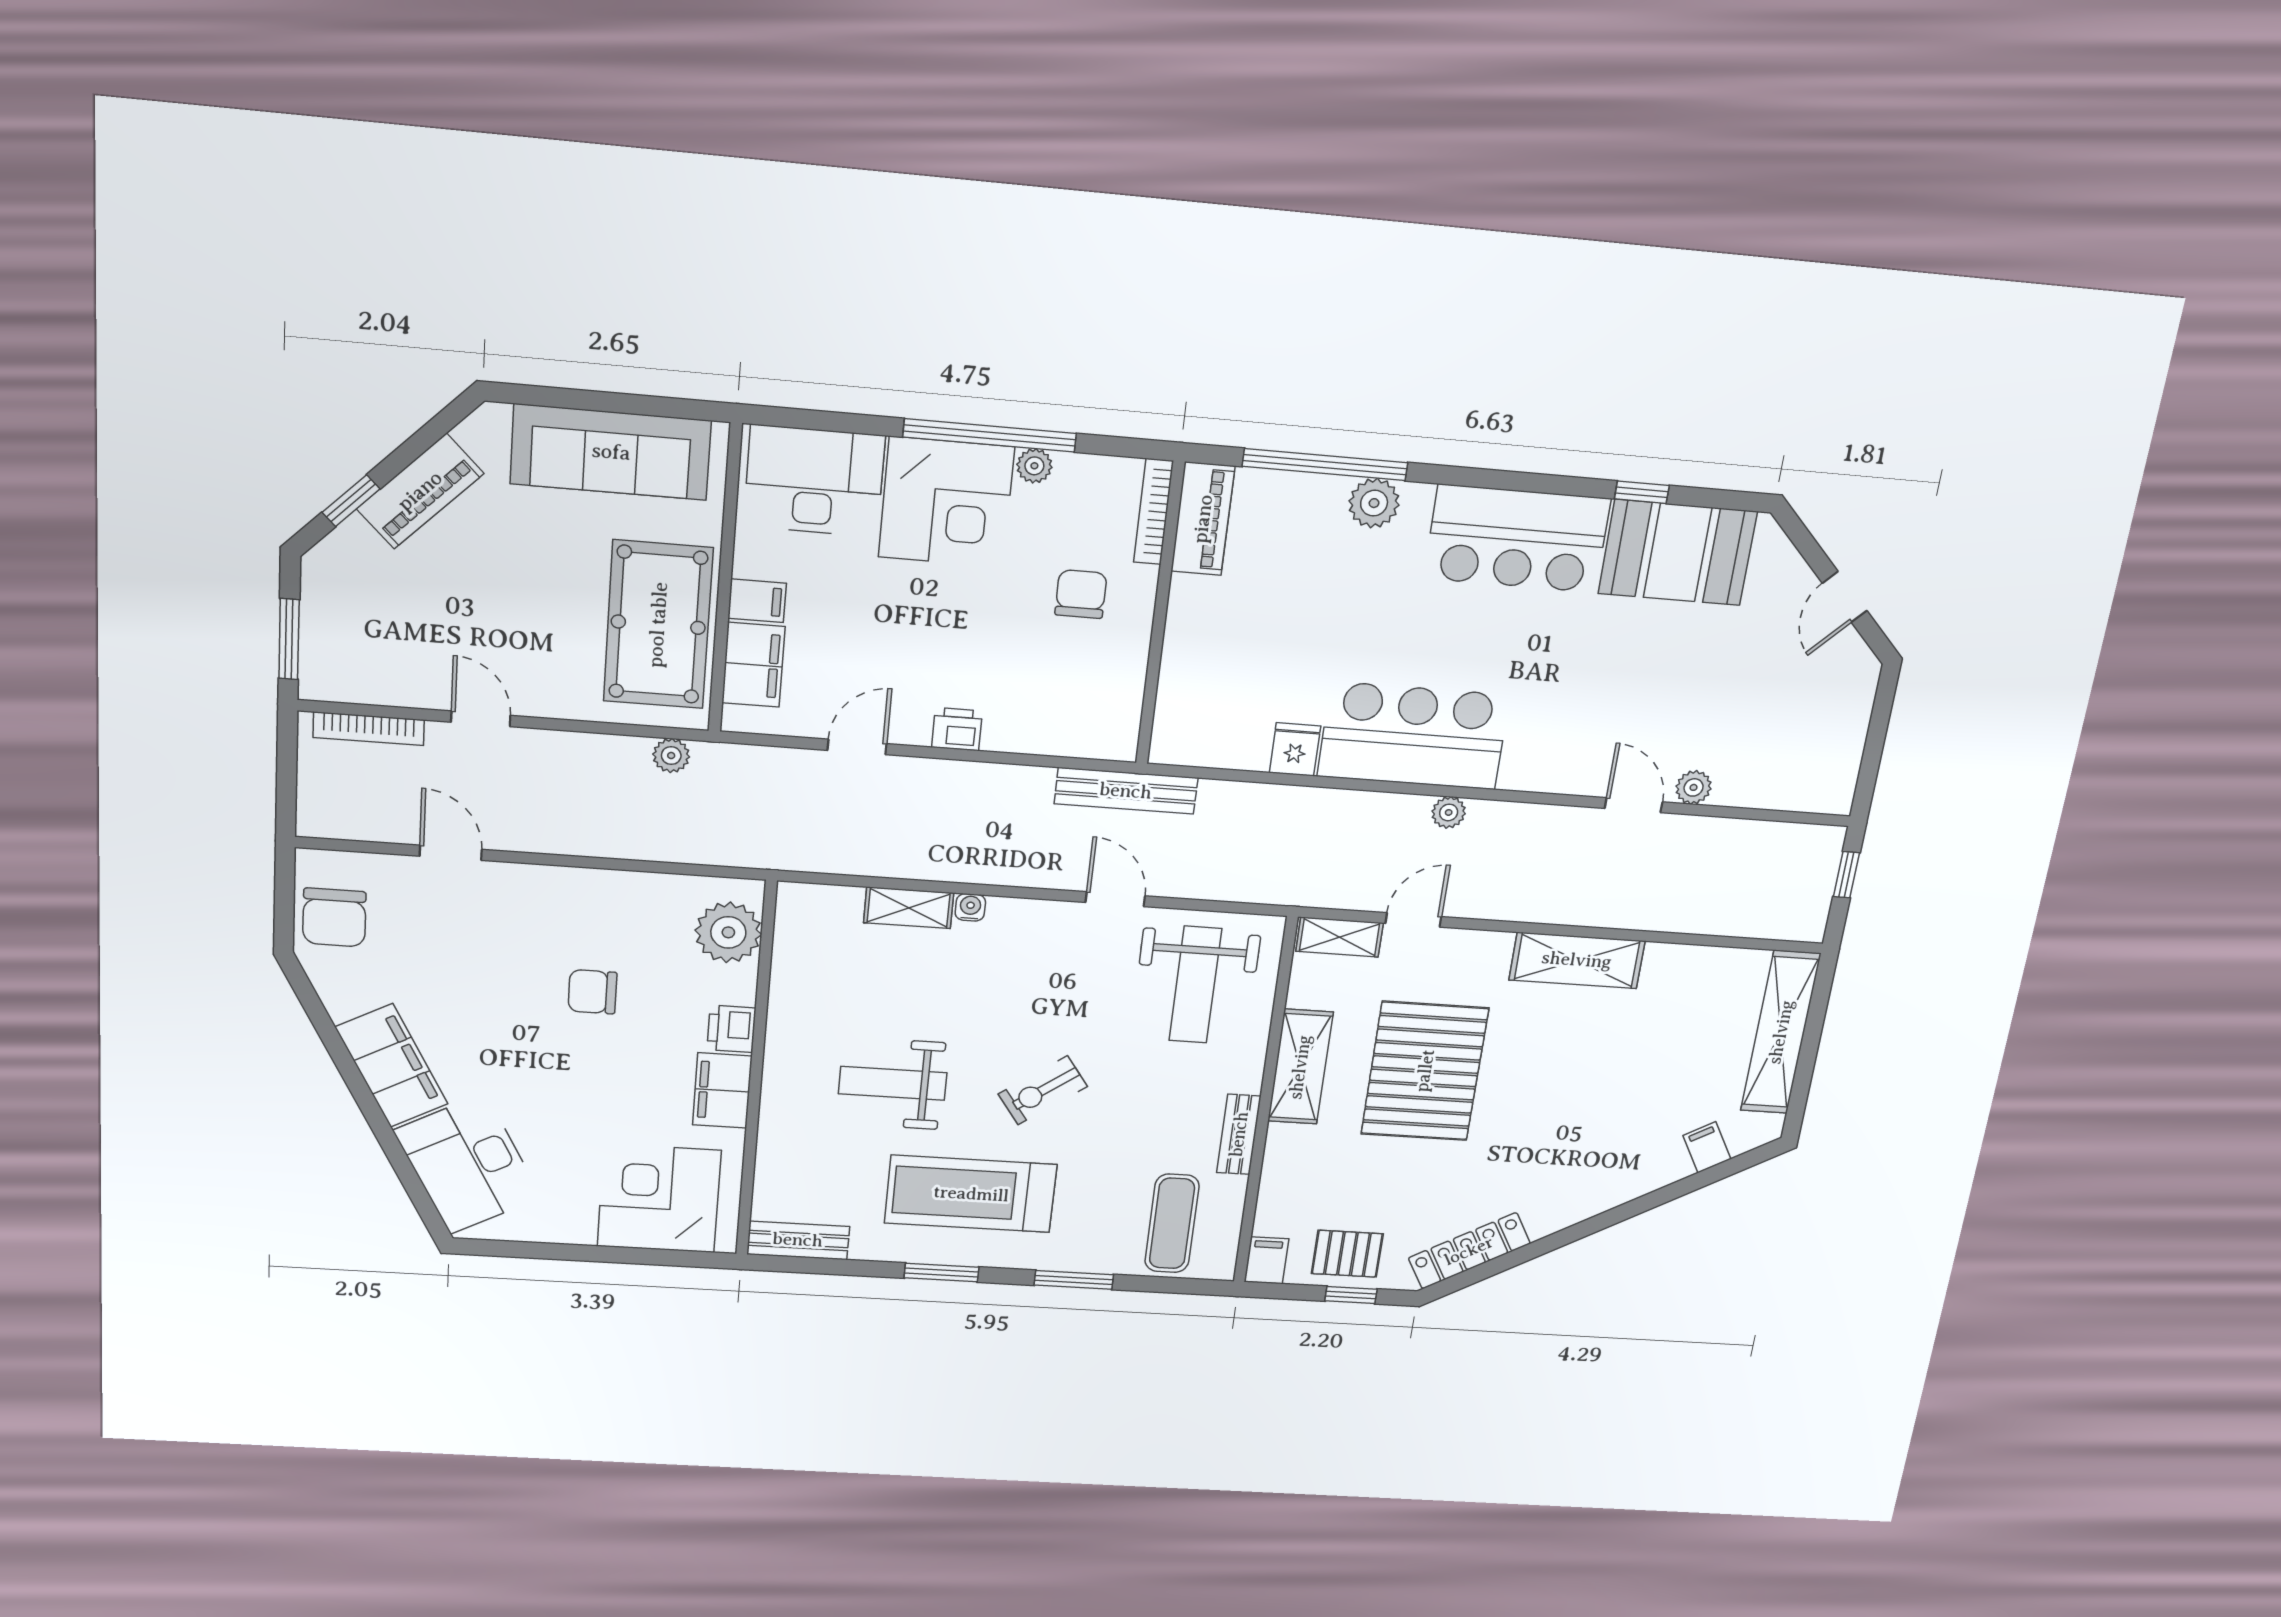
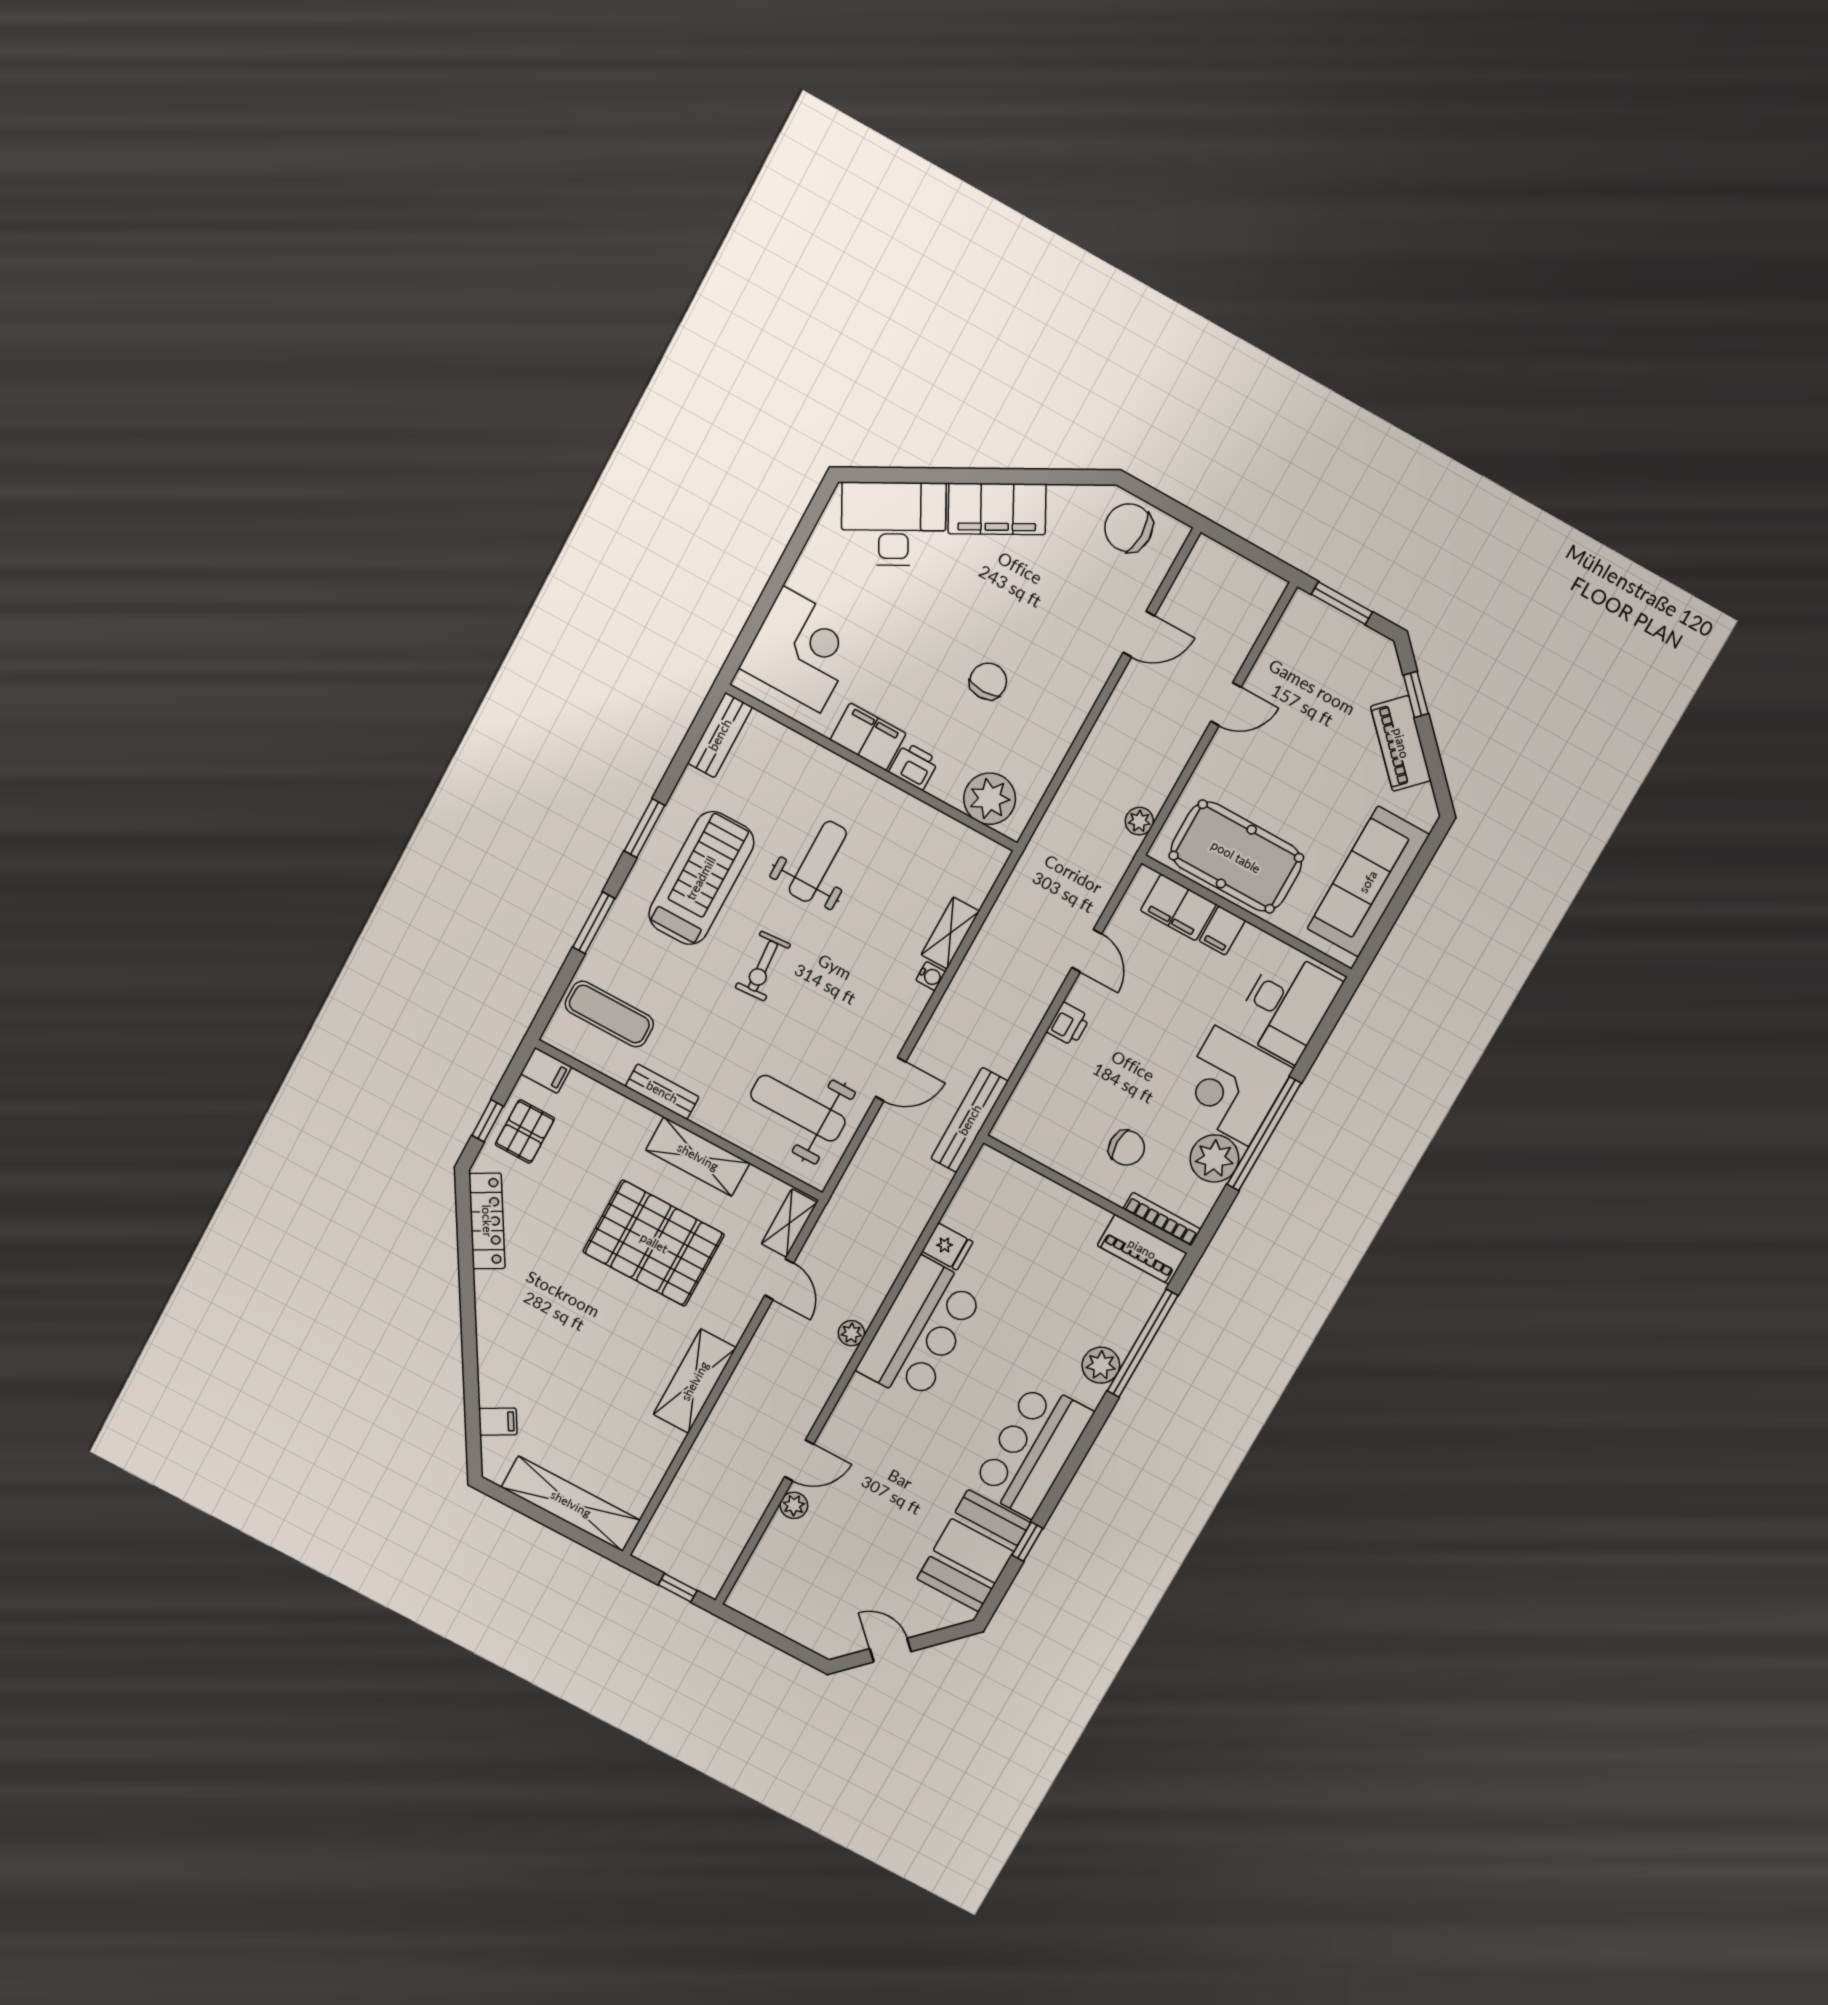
plant: (1034, 466) -> (1214, 1158), width x1.87, depth x1.87
bookcase: (369, 729) -> (1254, 624), removed
exercise bike: (1043, 1090) -> (763, 966), turned -148

